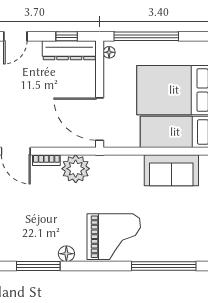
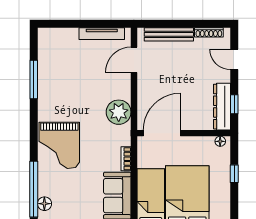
window: (146, 36) -> (234, 174), width x0.32
bookcase: (46, 160) -> (126, 159), moved
floor lamp: (66, 254) -> (44, 204), moved

